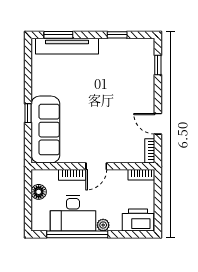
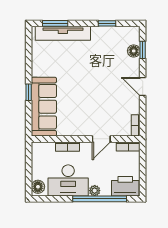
floor lamp: (148, 66) -> (134, 51), added
door: (158, 124) -> (143, 86), moved
door: (96, 166) -> (101, 139), moved
floor lamp: (39, 192) -> (38, 187), moved
window: (77, 234) -> (100, 199), moved

